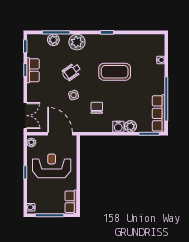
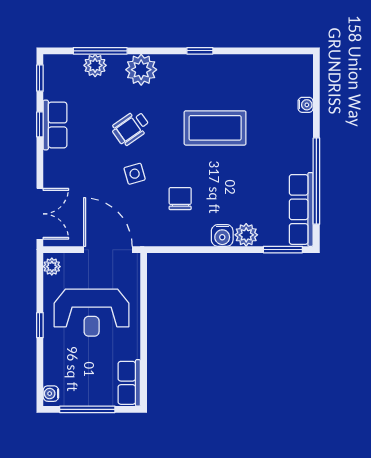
reception desk: (52, 166) -> (92, 313), turned 180

